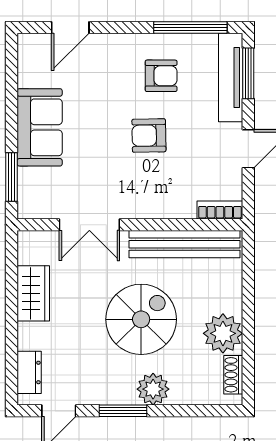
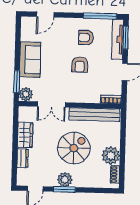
armchair: (161, 76) -> (86, 38), turned 180
armchair: (149, 136) -> (80, 65), turned -89
plant: (32, 204) -> (26, 94), added
dresser: (29, 372) -> (23, 158), moved
plant: (153, 389) -> (65, 180), moved

